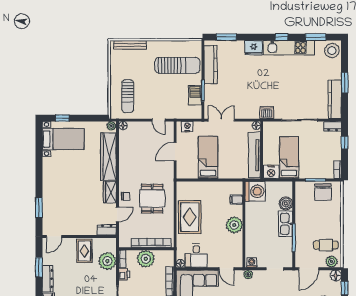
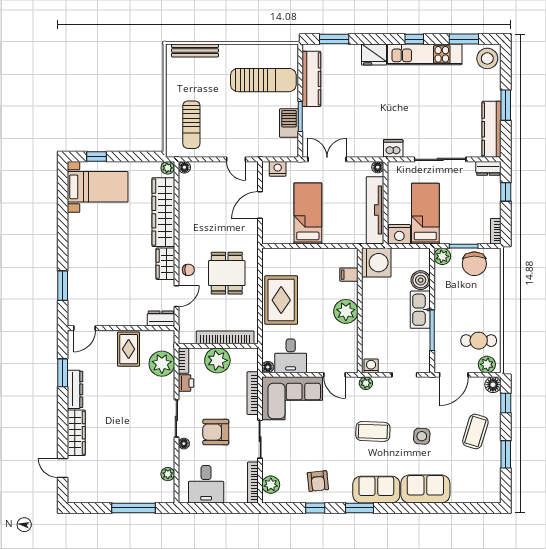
plant: (301, 187) -> (442, 256), added

